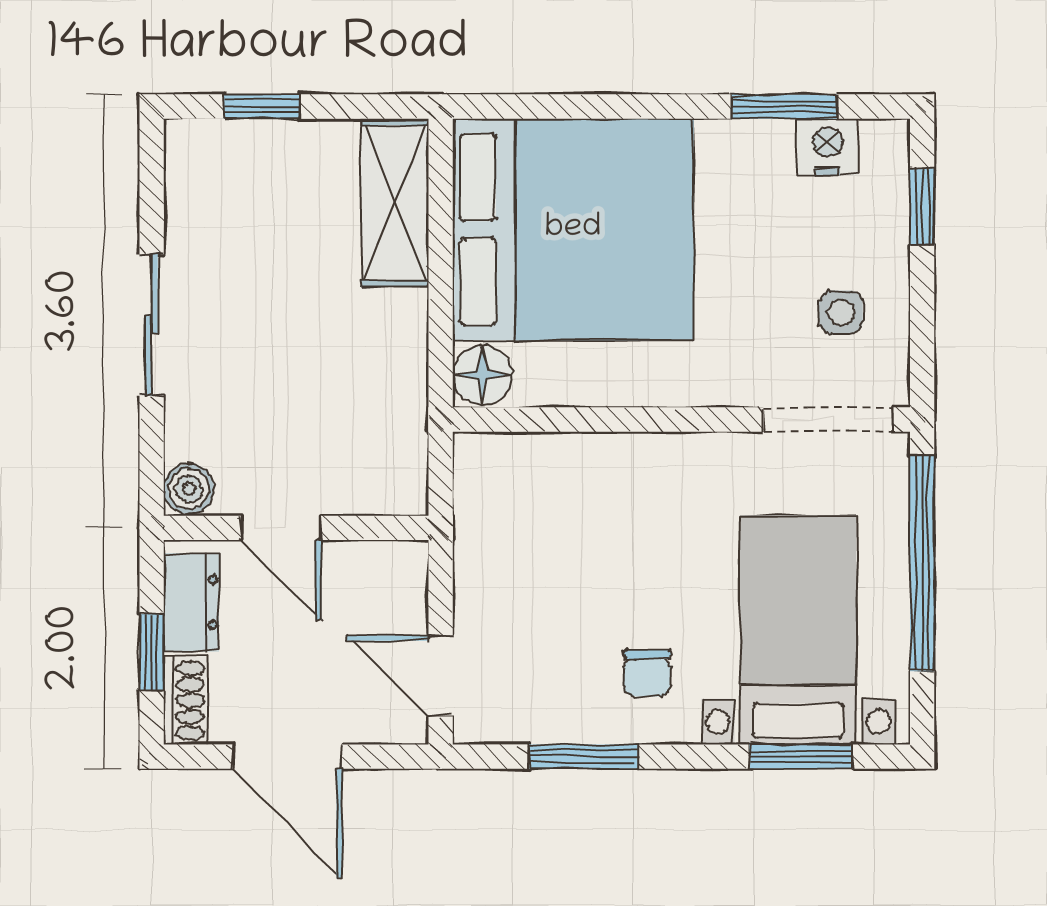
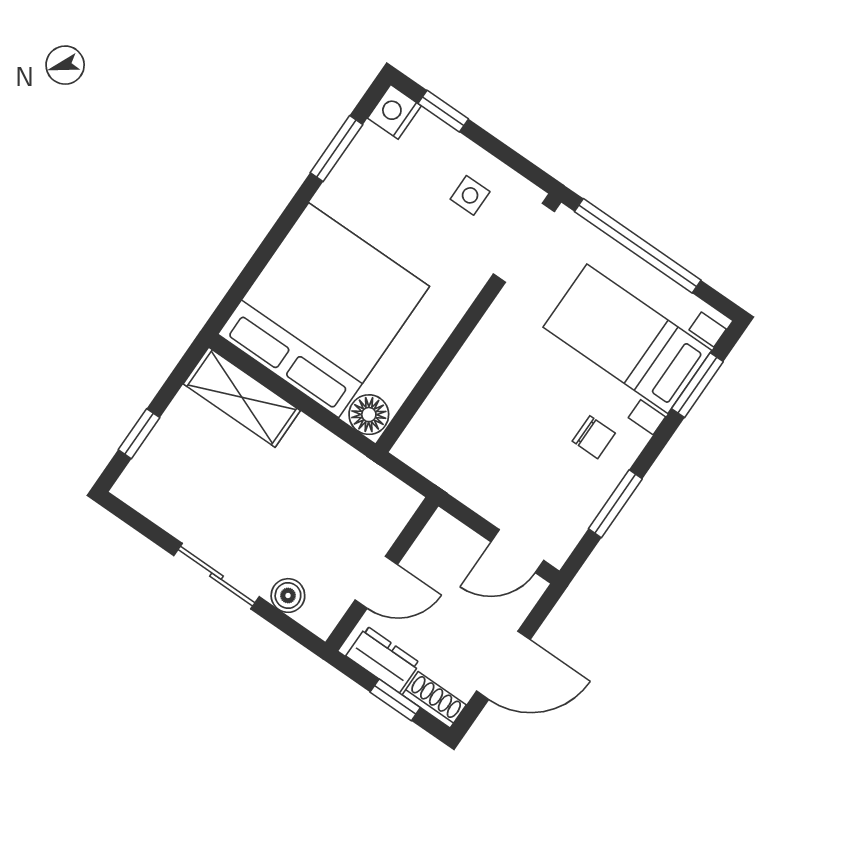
nightstand: (827, 147) -> (394, 112), moved
boiler: (189, 489) -> (288, 596), moved

